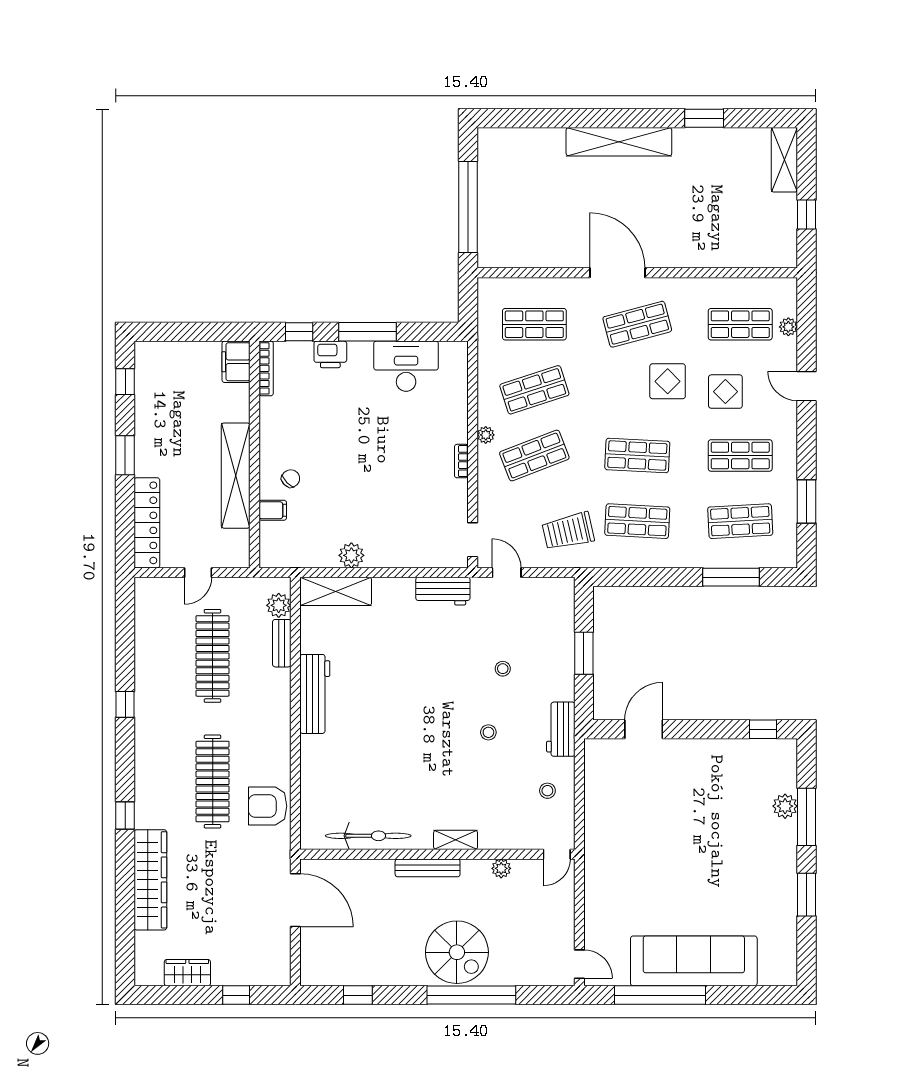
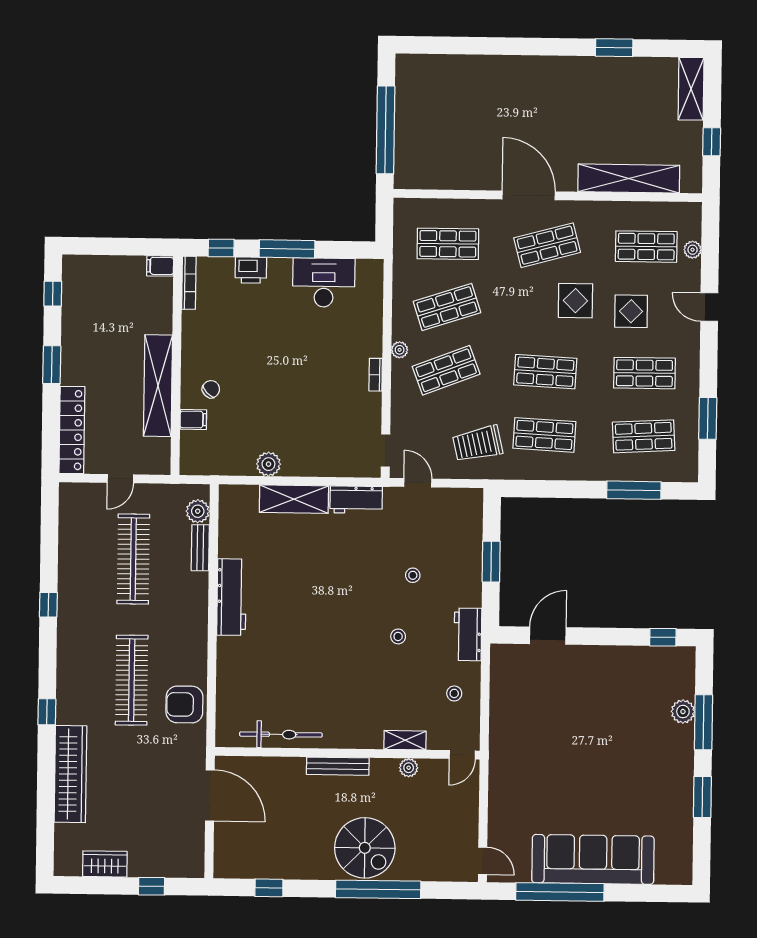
shelving: (619, 142) -> (629, 178), moved
filing cabinet: (236, 362) -> (160, 266), width x0.50
shelving: (336, 591) -> (294, 499), moved
shelving: (456, 840) -> (405, 740), moved

